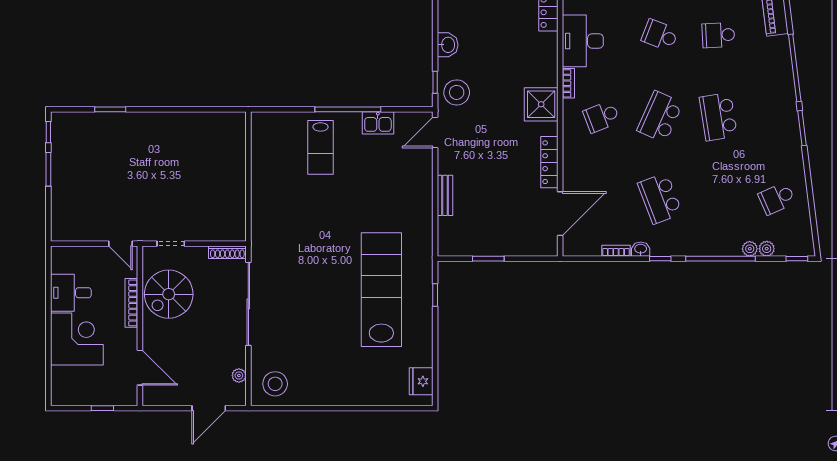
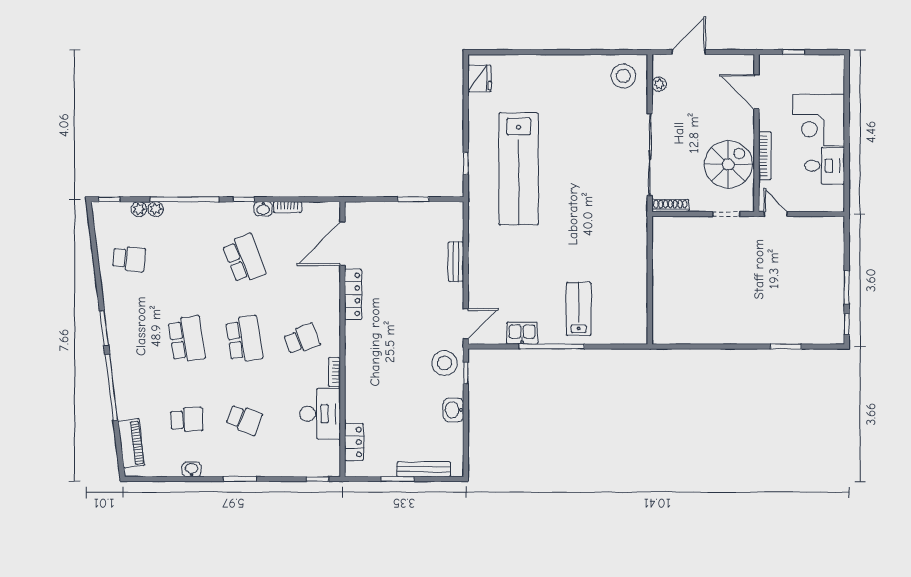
shower: (541, 104) -> (361, 351), removed
school desk: (660, 117) -> (244, 339), turned -33
school desk: (777, 198) -> (129, 259), turned 30

